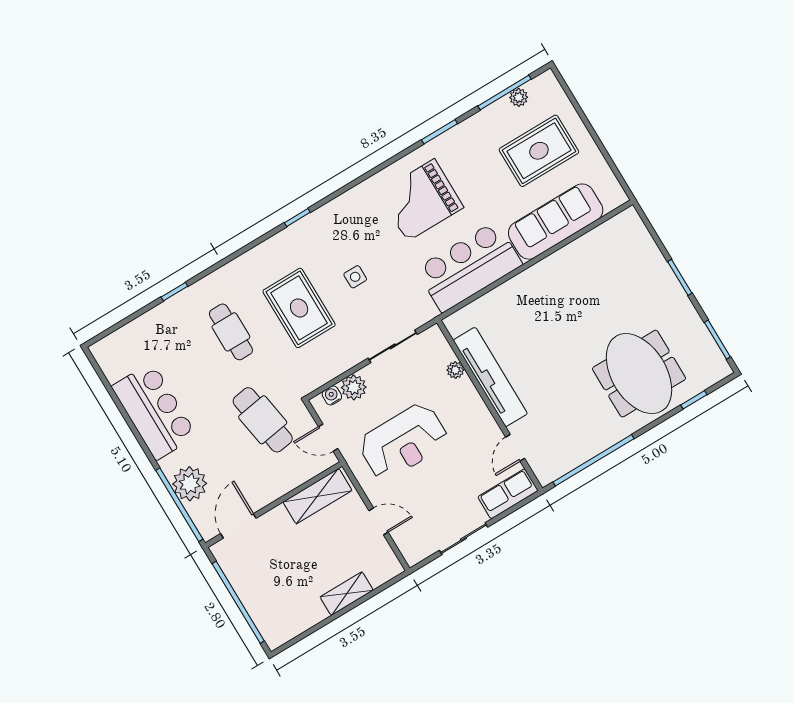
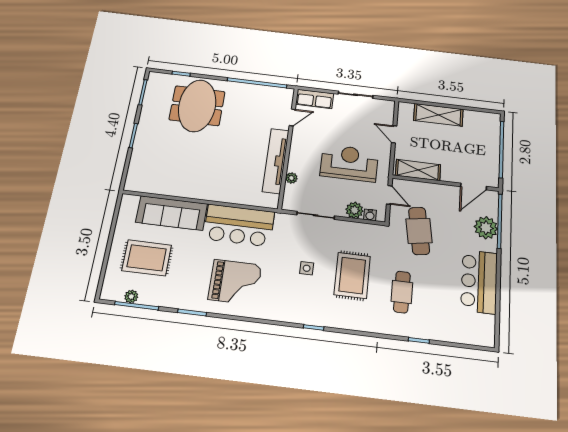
shelving: (347, 594) -> (438, 115), width x1.50, depth x1.33

